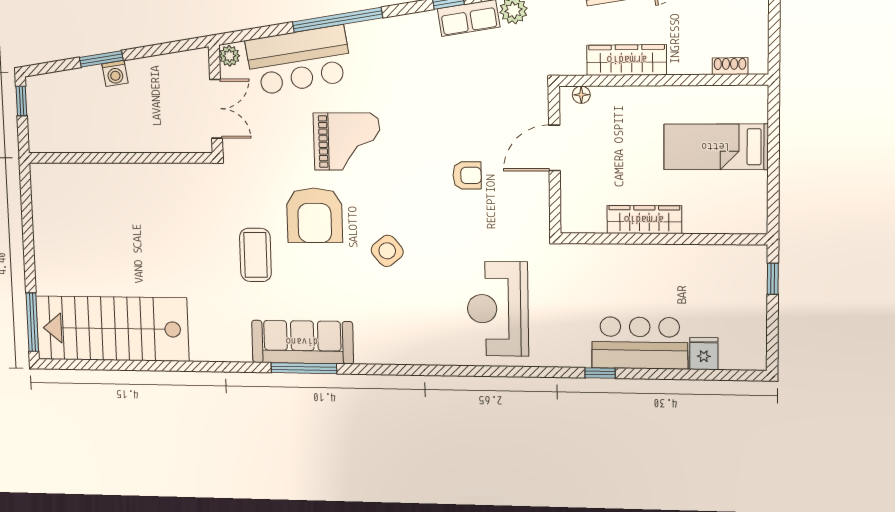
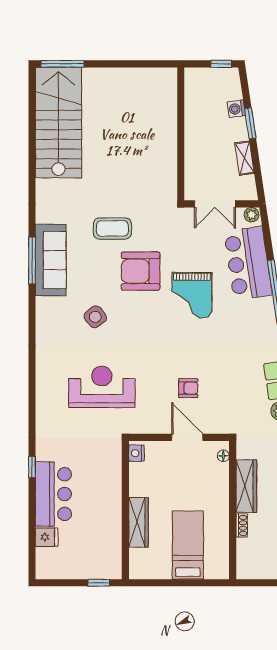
shoe rack: (730, 66) -> (242, 525), moved
shelving: (150, 67) -> (244, 158), added
washing machine: (115, 74) -> (236, 109), moved
armchair: (467, 175) -> (188, 388), moved, turned -90
wardrobe: (644, 220) -> (138, 522), moved
nightstand: (578, 222) -> (136, 453), added
side table: (387, 251) -> (95, 317), moved
reception desk: (498, 309) -> (102, 387), moved

